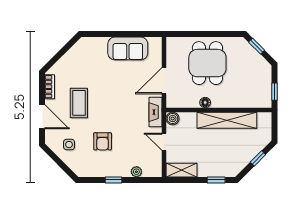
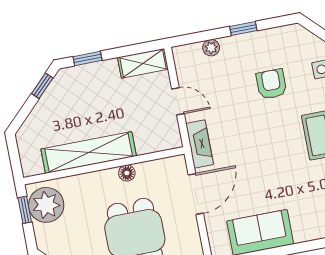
plant: (260, 92) -> (46, 205), added
boiler: (173, 119) -> (172, 139), removed
window: (258, 158) -> (42, 86), moved

